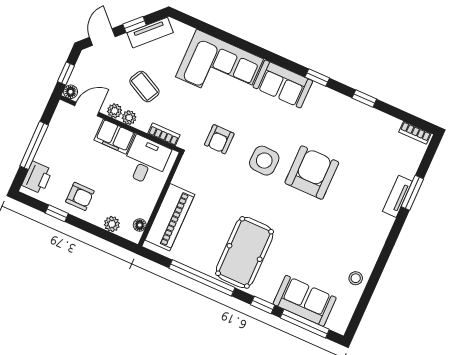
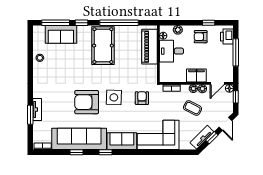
sofa: (350, 118) -> (79, 139), added
desk: (146, 161) -> (172, 51), moved, turned 90
armchair: (312, 173) -> (87, 102), turned 90

